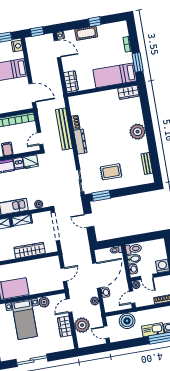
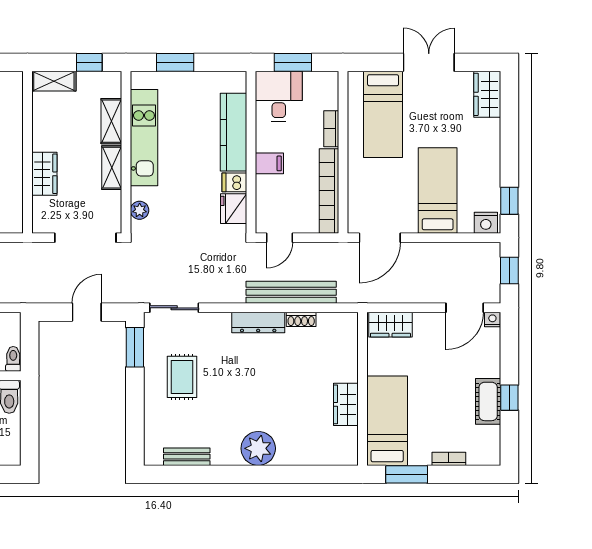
cot: (86, 33) -> (488, 401), moved
wardrobe: (128, 92) -> (346, 404), moved
door: (40, 139) -> (280, 238), swing flipped
wardrobe: (30, 250) -> (44, 174), width x0.67

